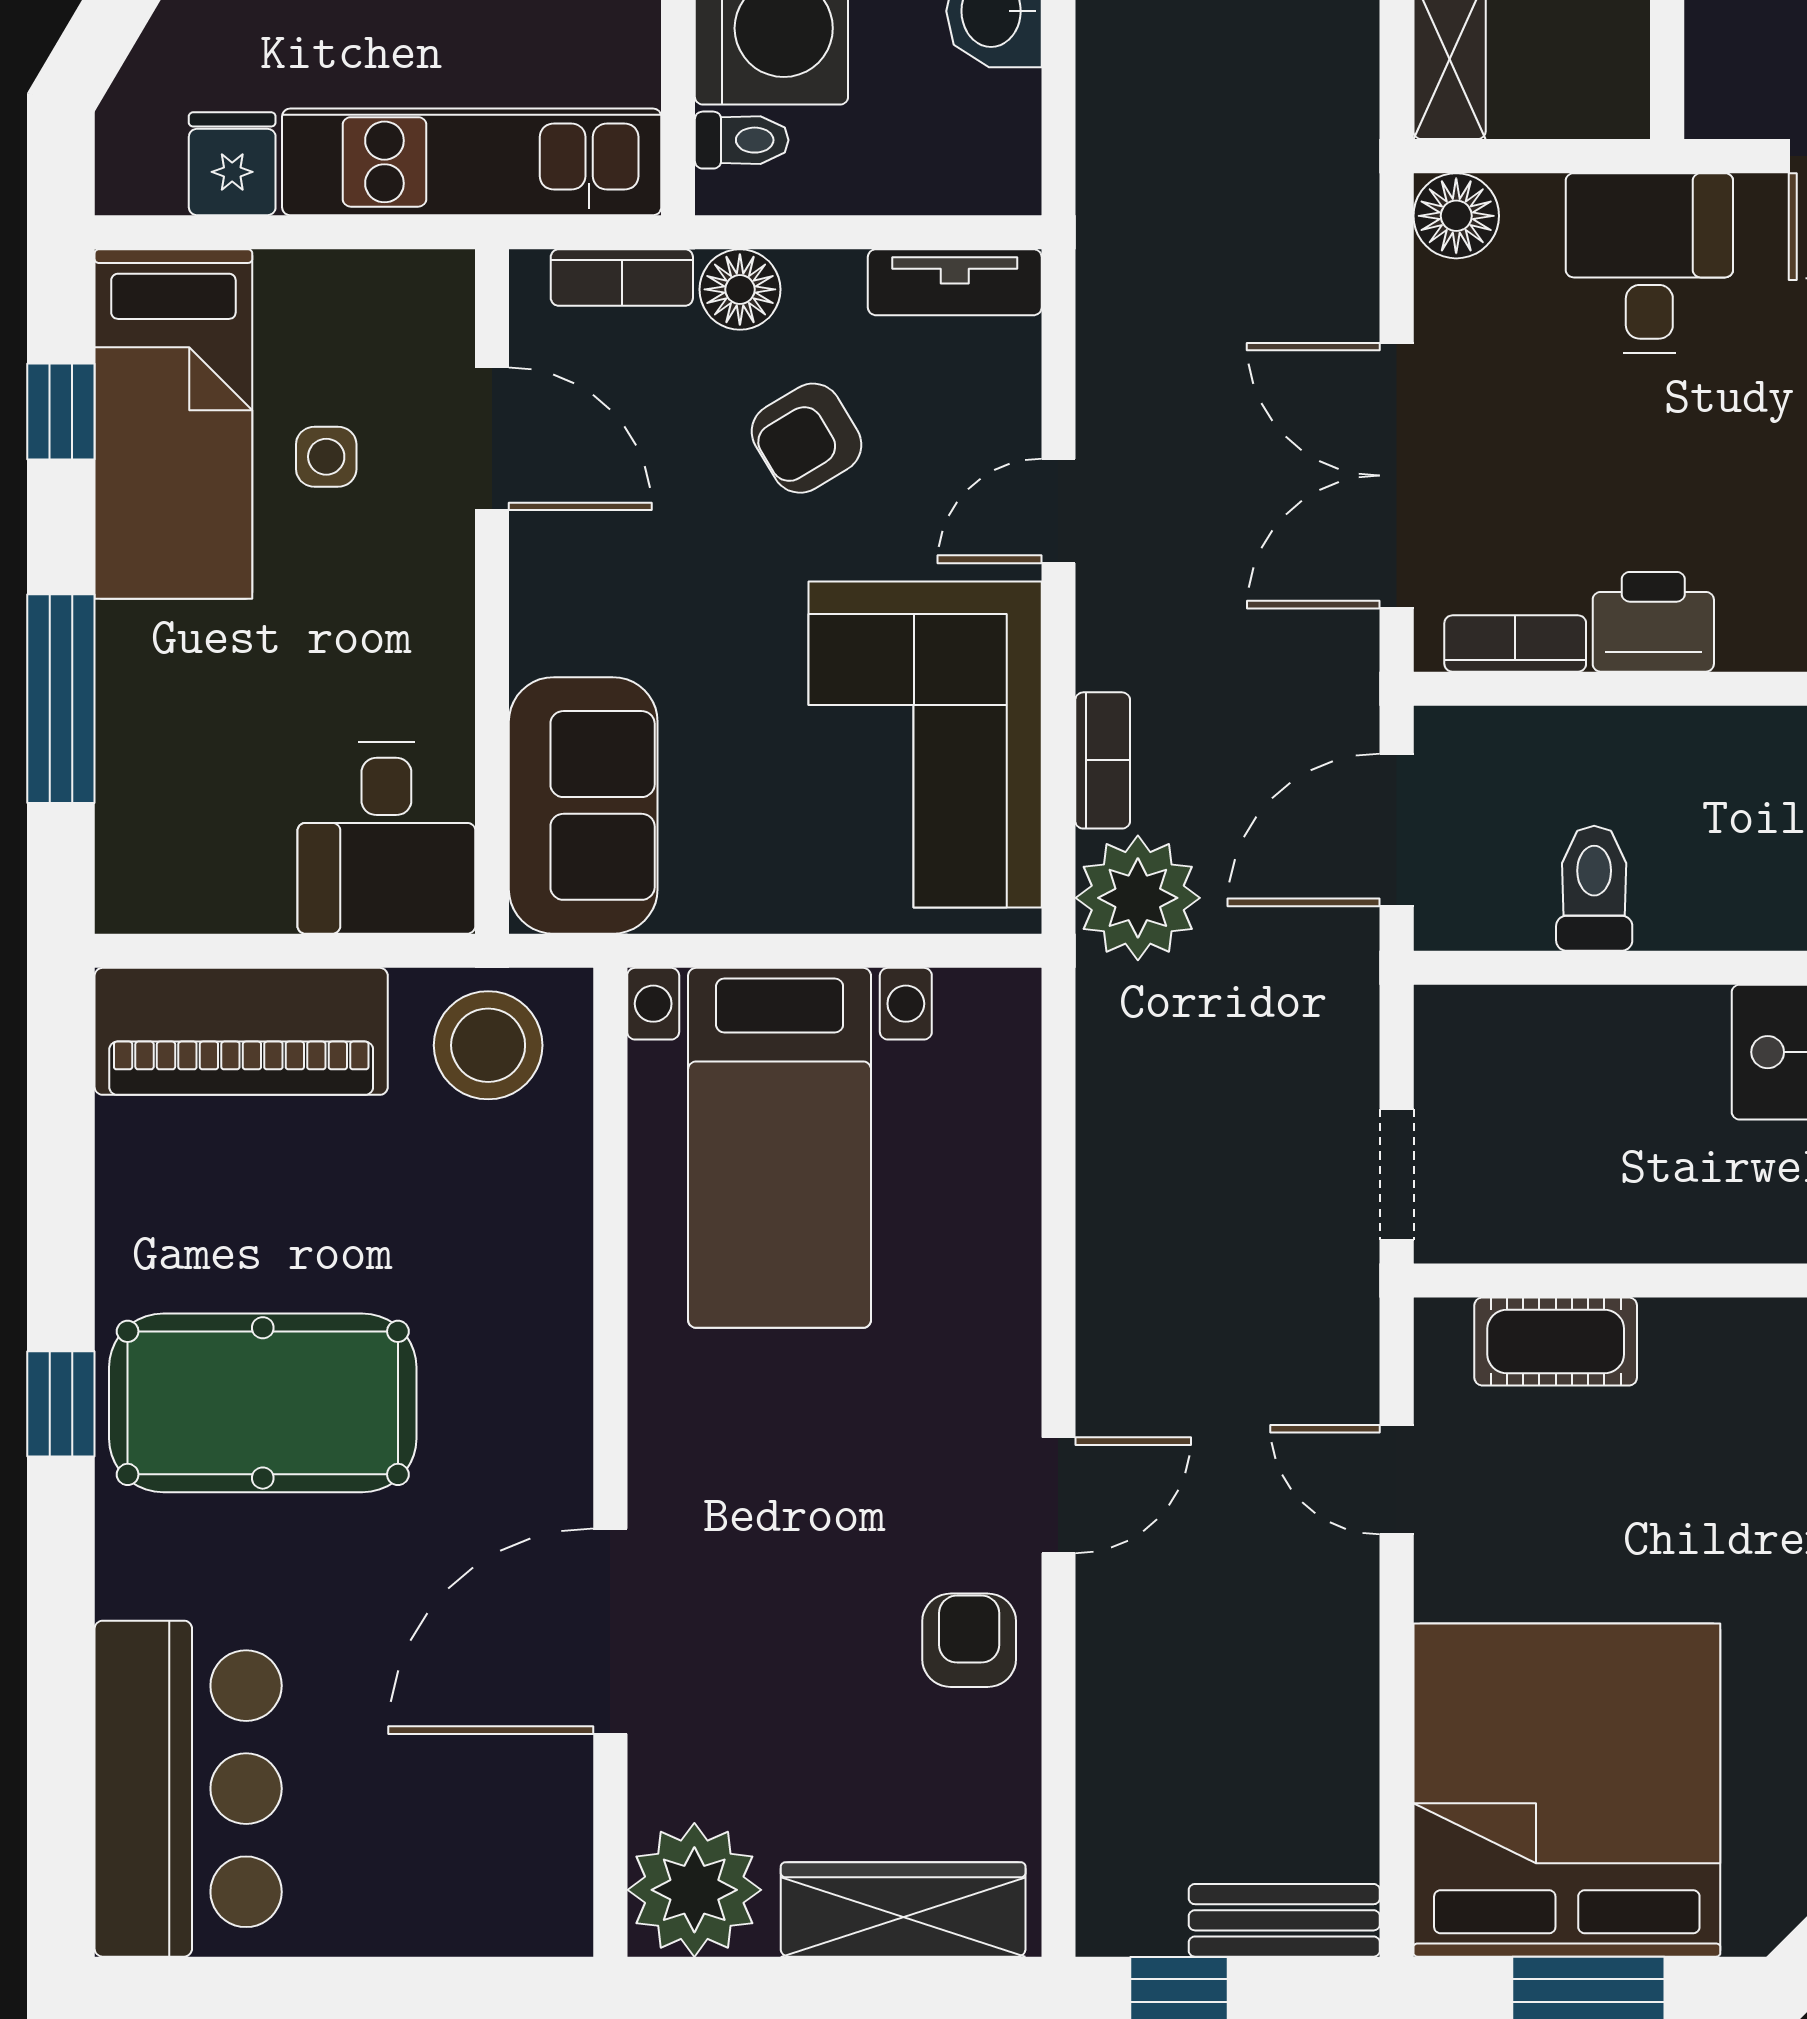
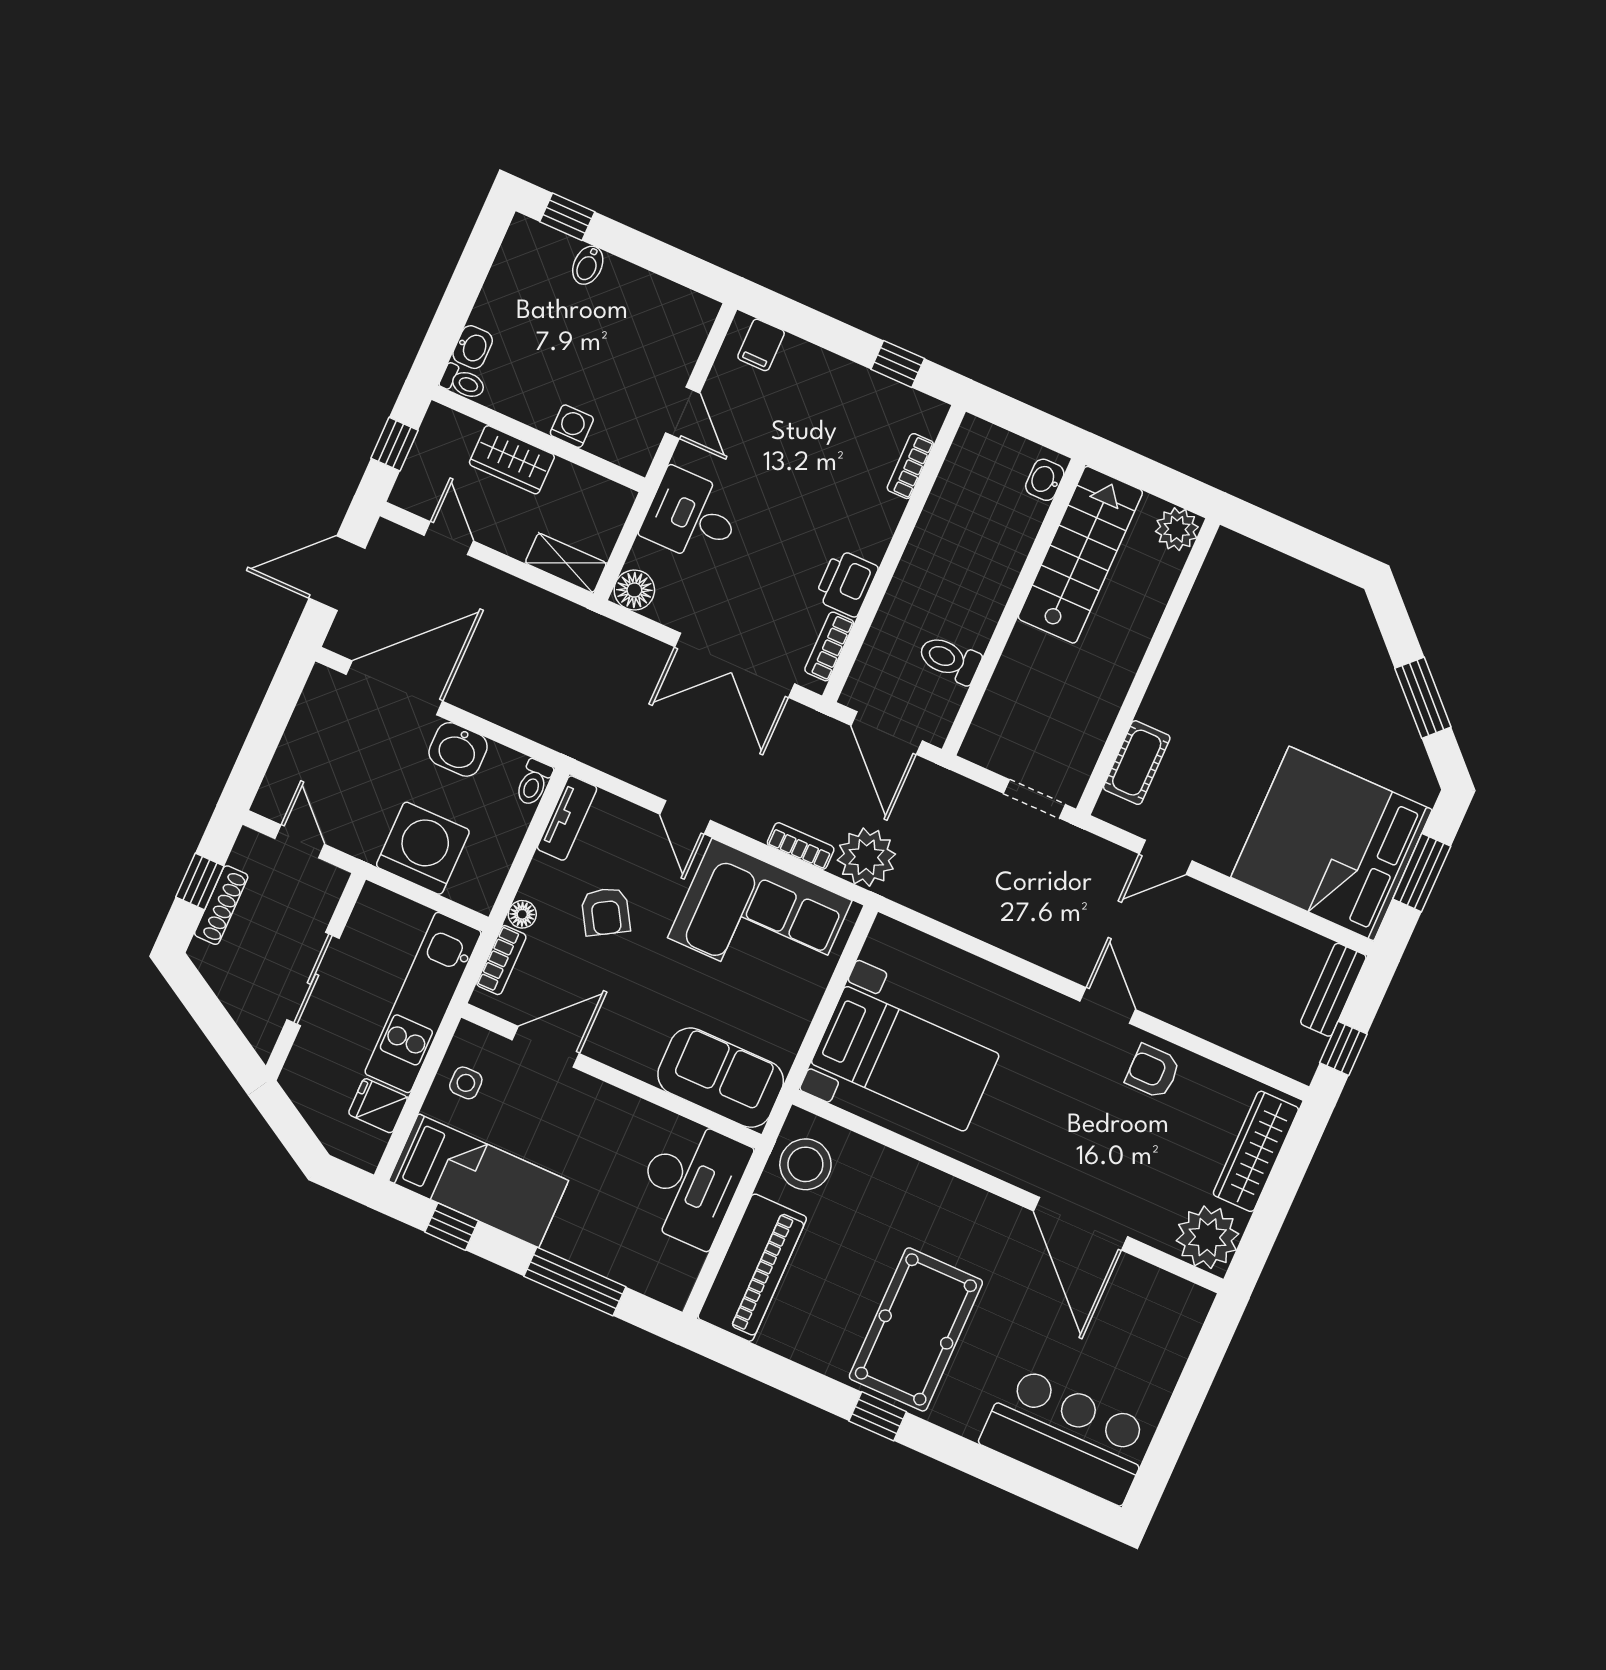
toilet: (742, 140) -> (534, 783), moved, turned 180
floor lamp: (740, 289) -> (522, 914), width x0.73, depth x0.73
side table: (326, 457) -> (466, 1083), moved
desk: (386, 838) -> (691, 1183), width x1.37

